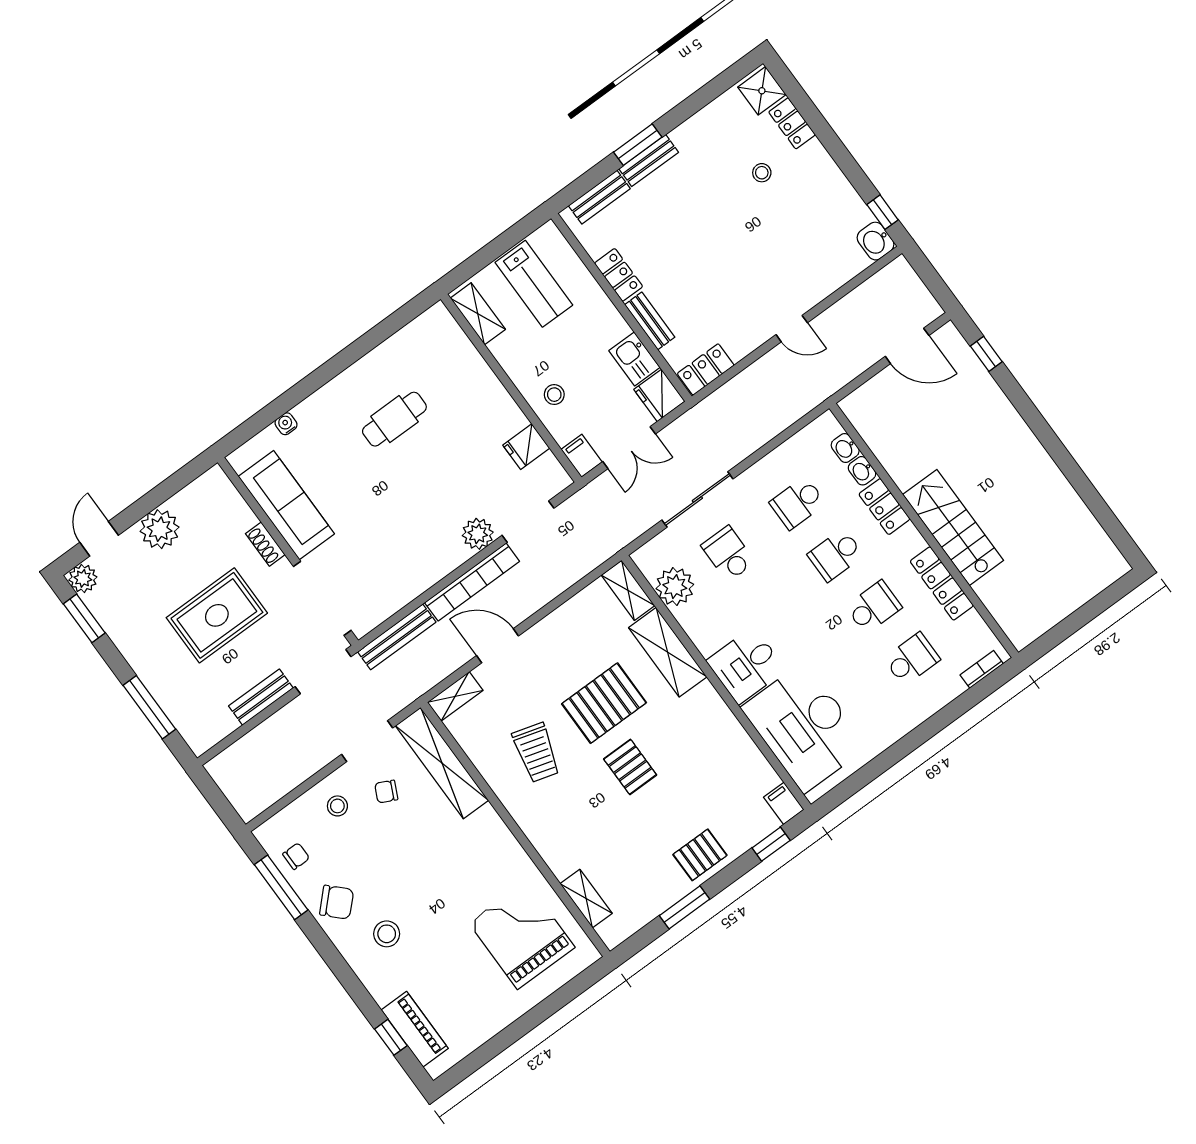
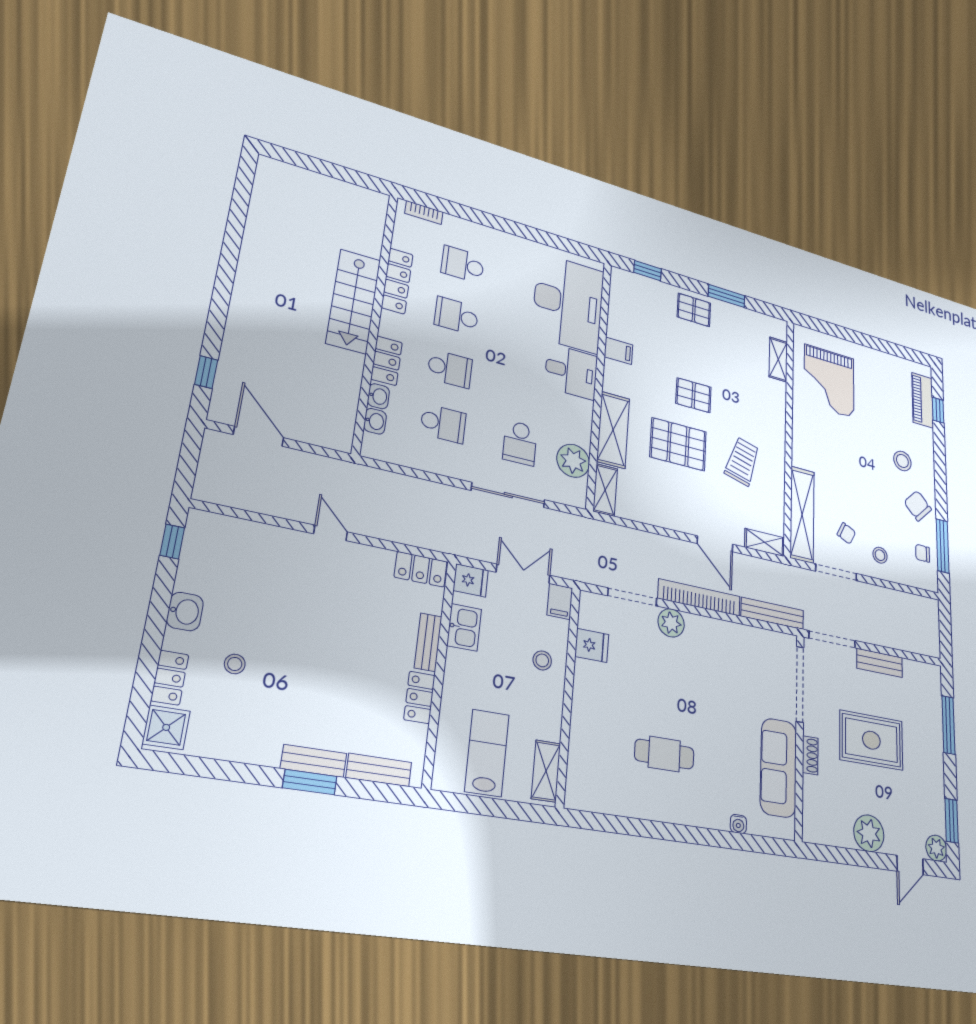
washbasin: (876, 241) -> (185, 612), moved
fridge: (659, 395) -> (471, 580), width x0.72
pallet: (630, 767) -> (693, 395), turned 90
filing cabinet: (784, 803) -> (619, 351), moved, turned -90

